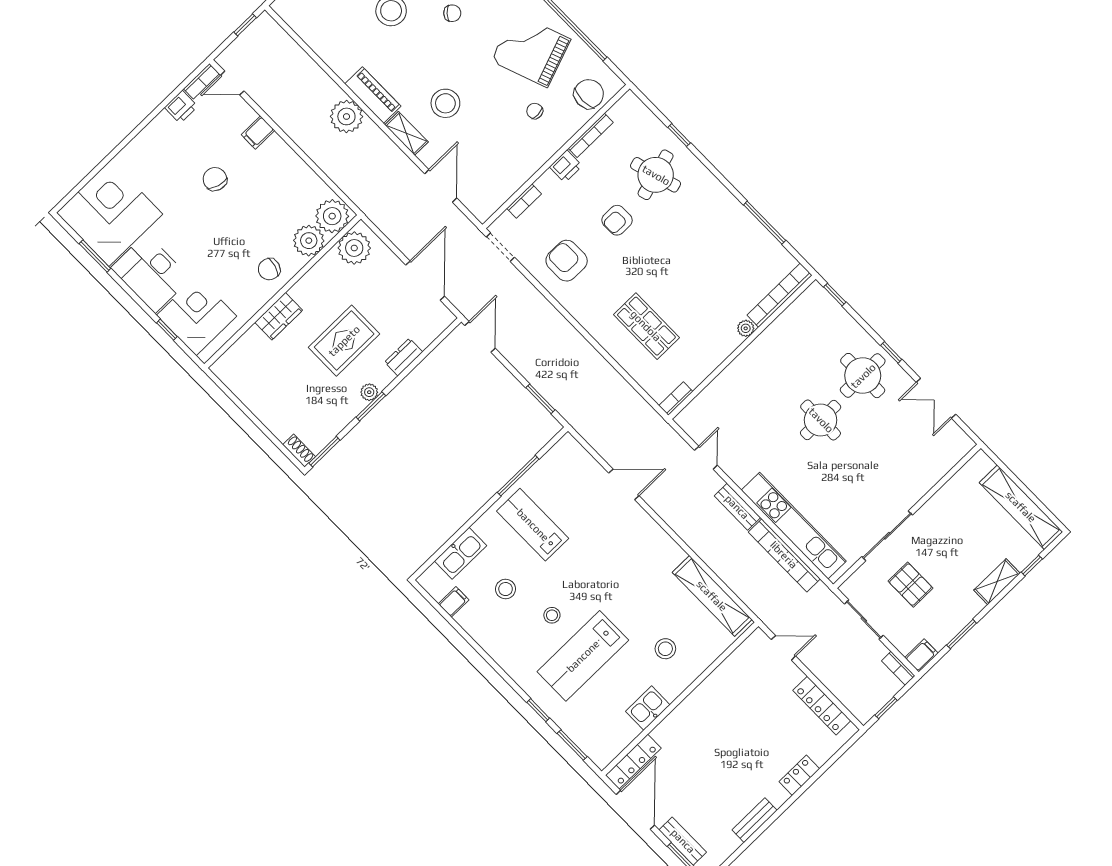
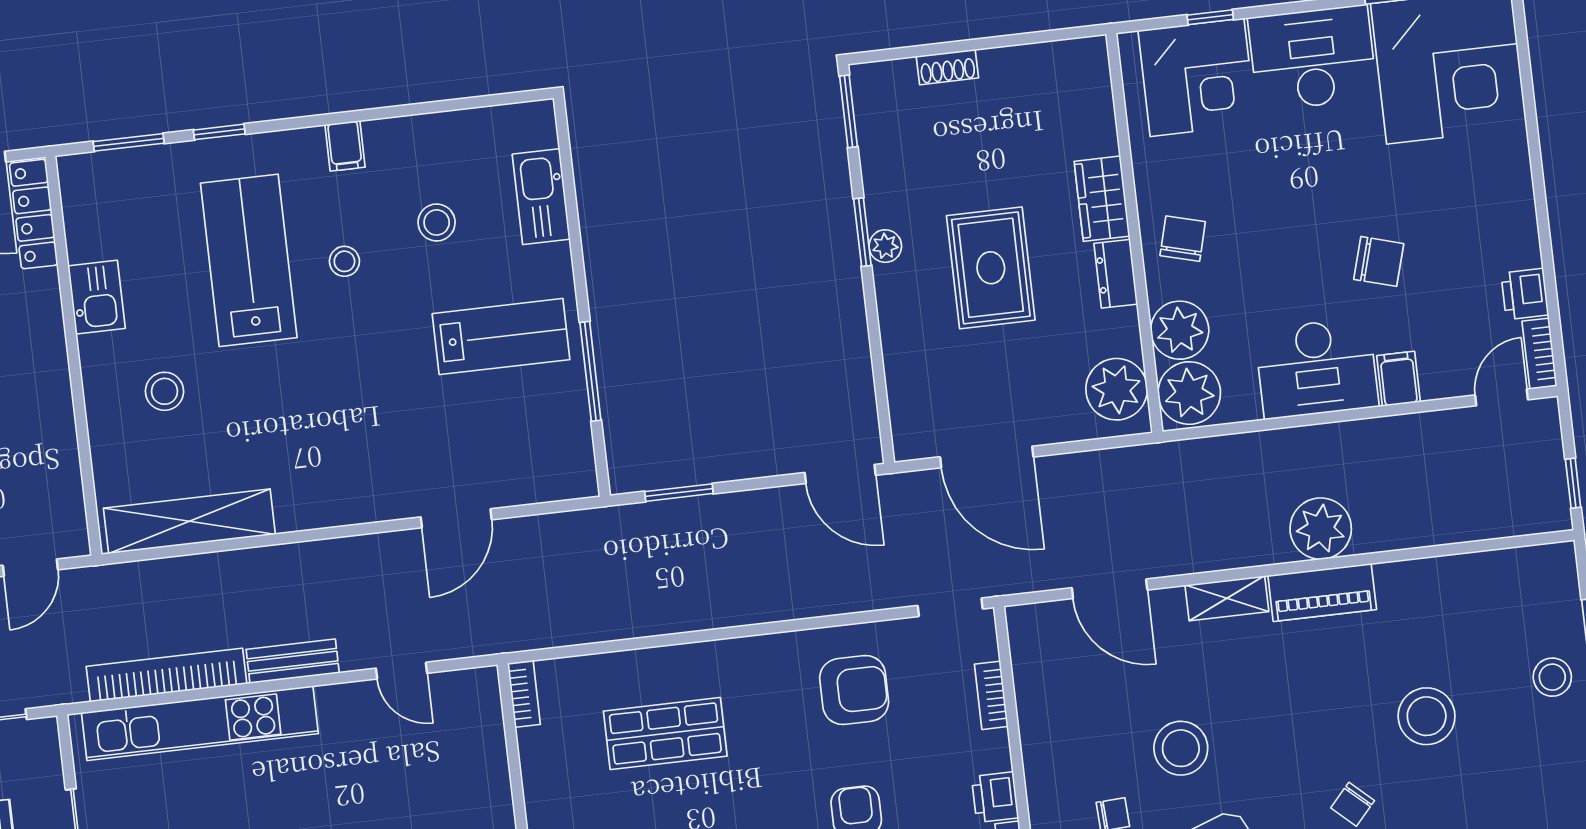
stool: (445, 103) -> (1181, 748), moved
desk: (280, 170) -> (1317, 368), added
dresser: (404, 357) -> (1116, 274), moved, turned 180
shoe rack: (299, 451) -> (947, 67), moved
filing cabinet: (454, 602) -> (345, 146), moved

